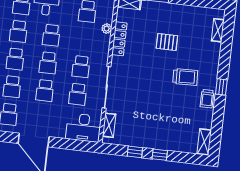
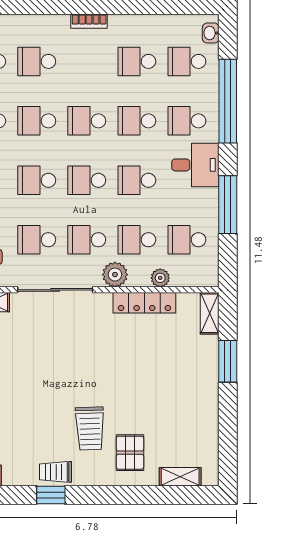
school desk: (84, 39) -> (137, 240), added
pallet: (167, 42) -> (130, 453), moved
plant: (102, 53) -> (115, 275), added
window: (221, 87) -> (51, 495), moved

